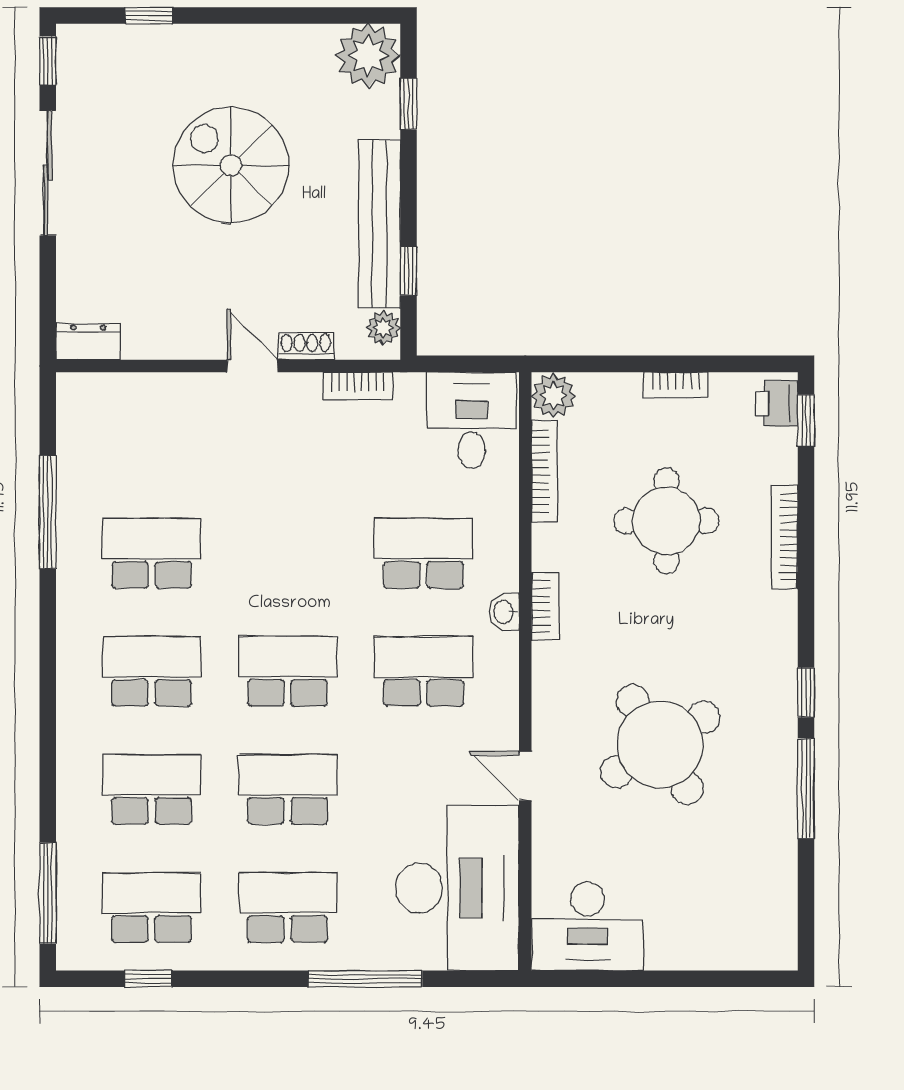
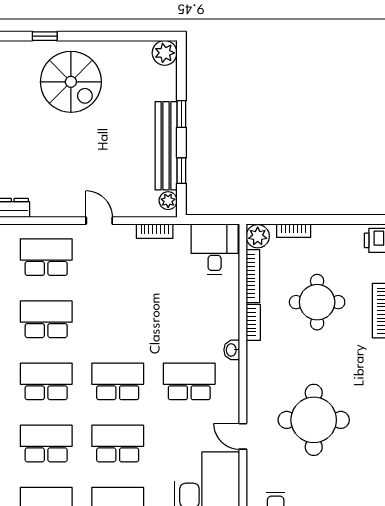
plant: (368, 56) -> (165, 53), width x0.73, depth x0.73
window: (408, 104) -> (181, 114), moved
spiral stairs: (231, 165) -> (71, 82), moved, turned 180
shoe rack: (306, 346) -> (127, 210), removed
bookcase: (676, 385) -> (294, 231), moved
school desk: (423, 553) -> (46, 257), moved
bookcase: (545, 607) -> (253, 322), moved
round table: (660, 744) -> (314, 420), turned 32

